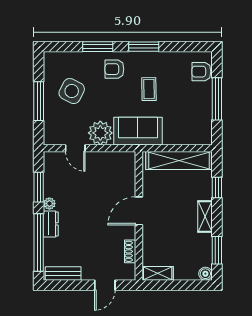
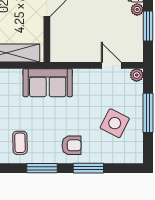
coffee table: (149, 89) -> (20, 143), moved
plant: (100, 133) -> (137, 75), moved, width x0.53, depth x0.53

